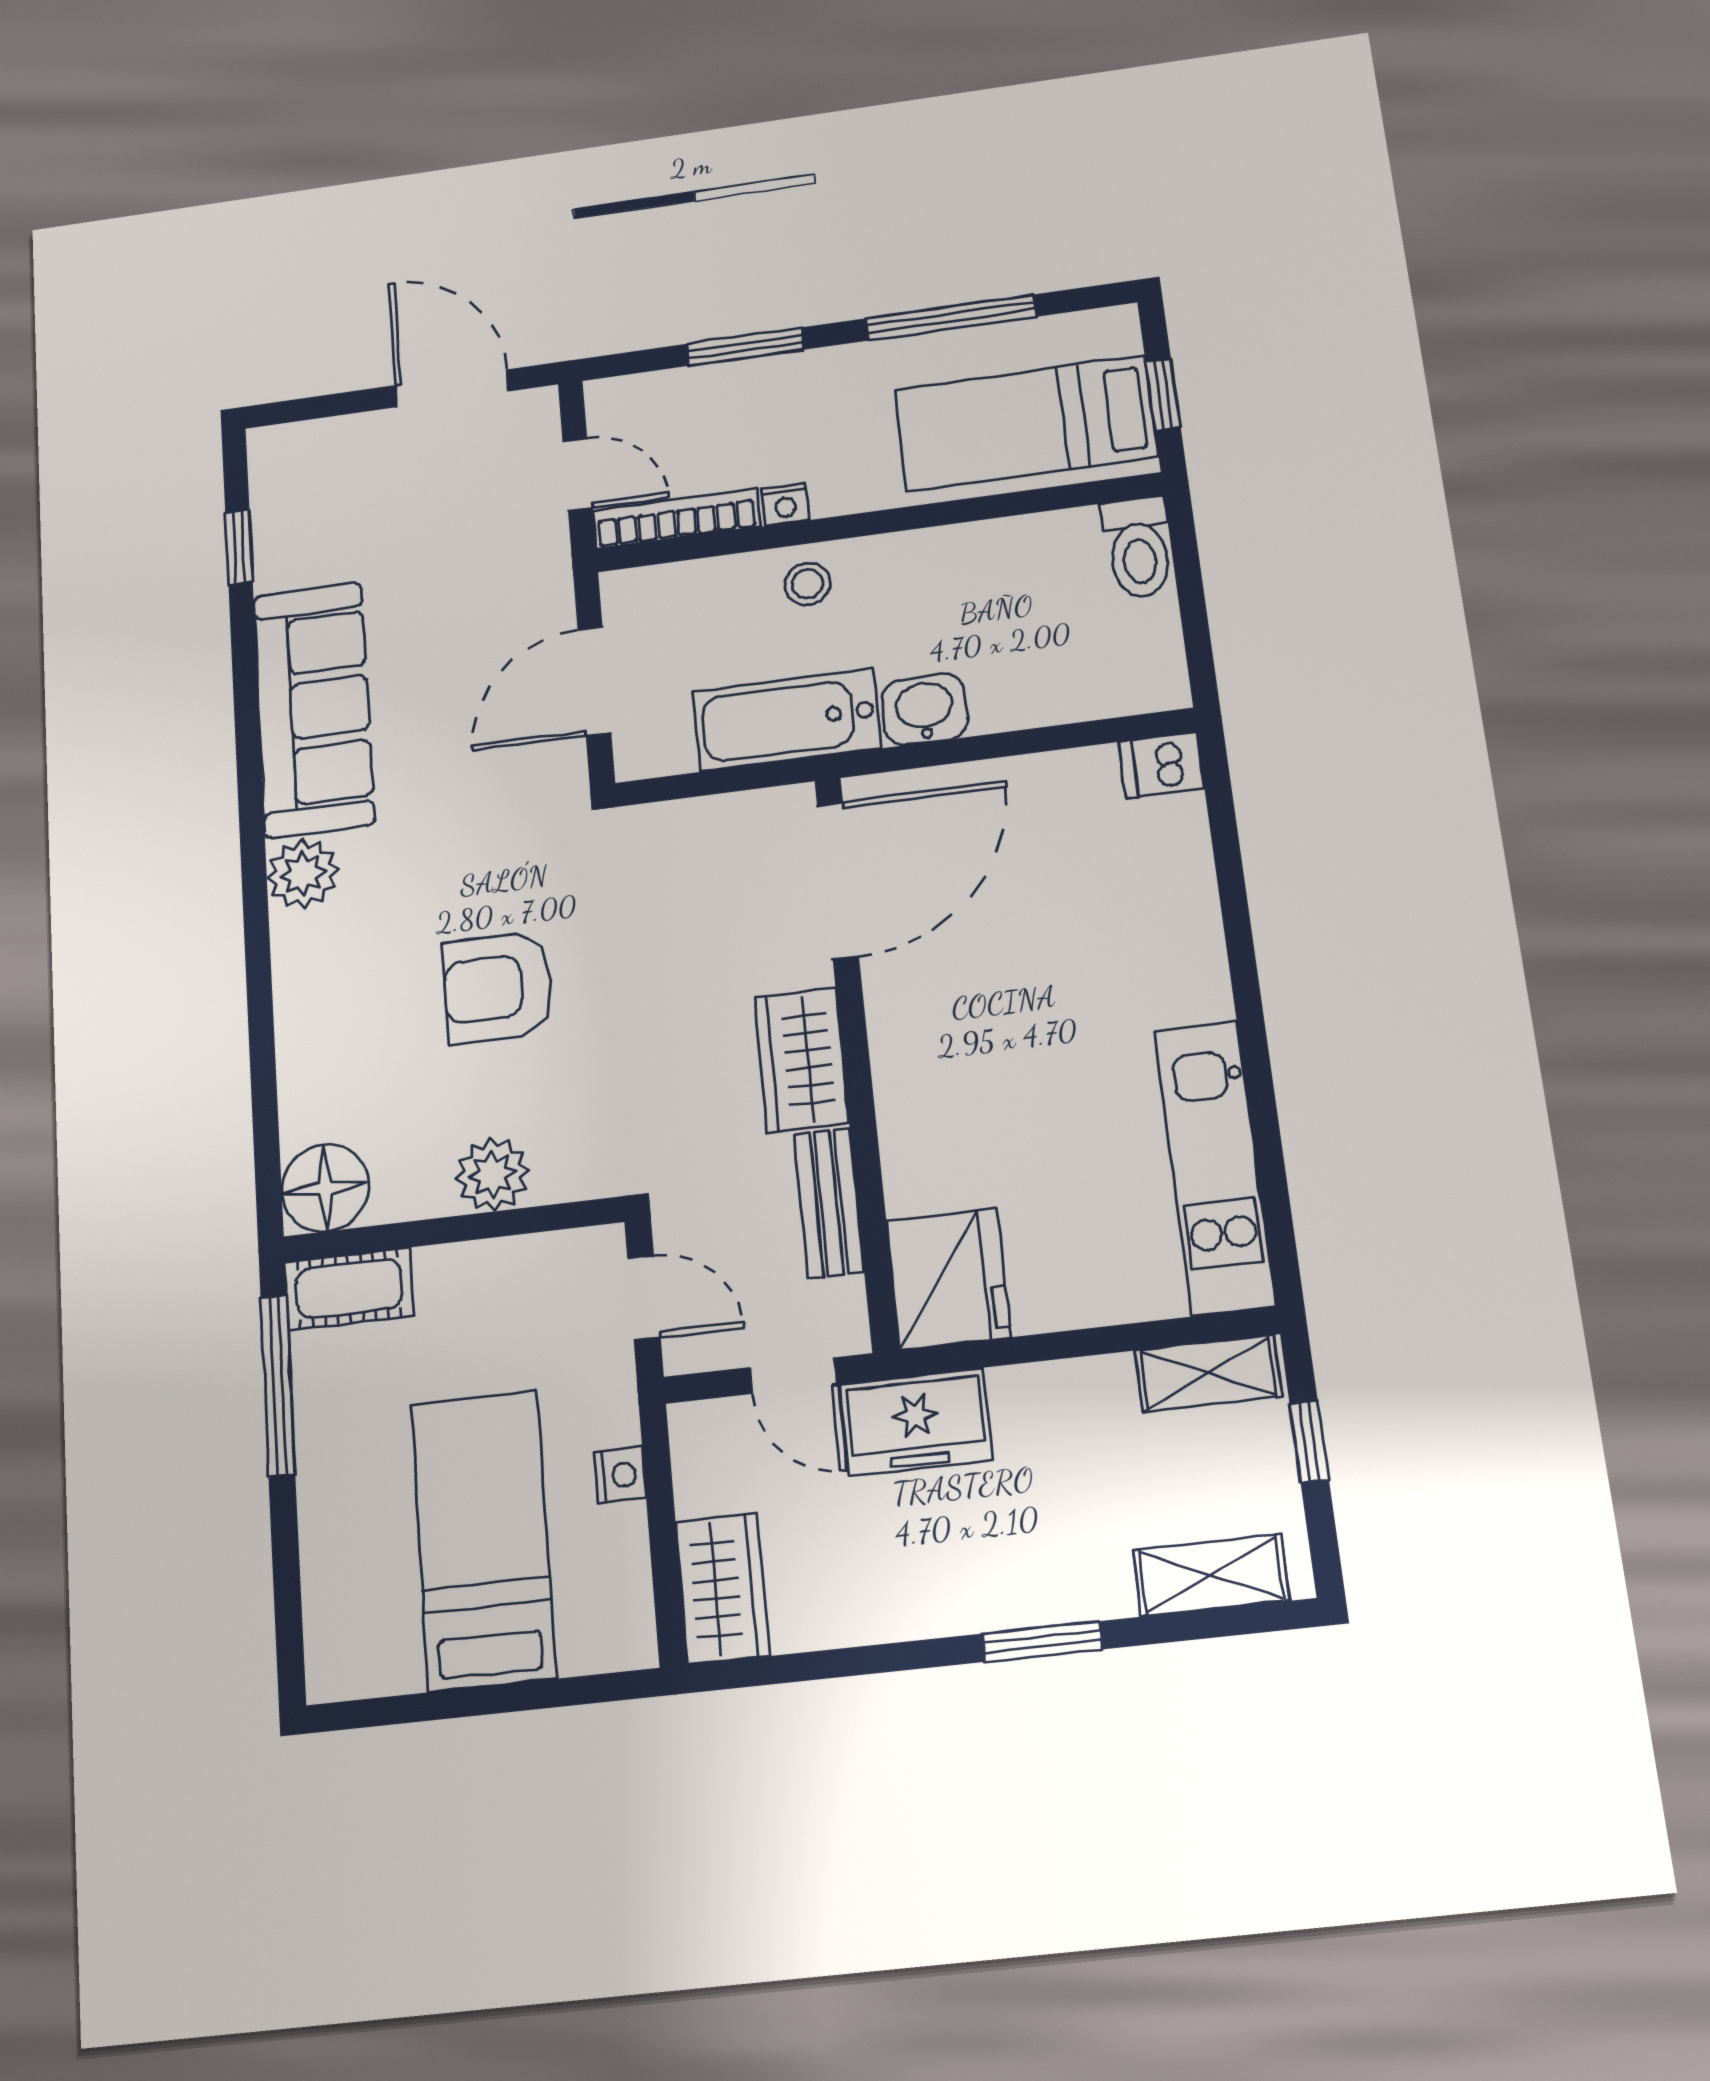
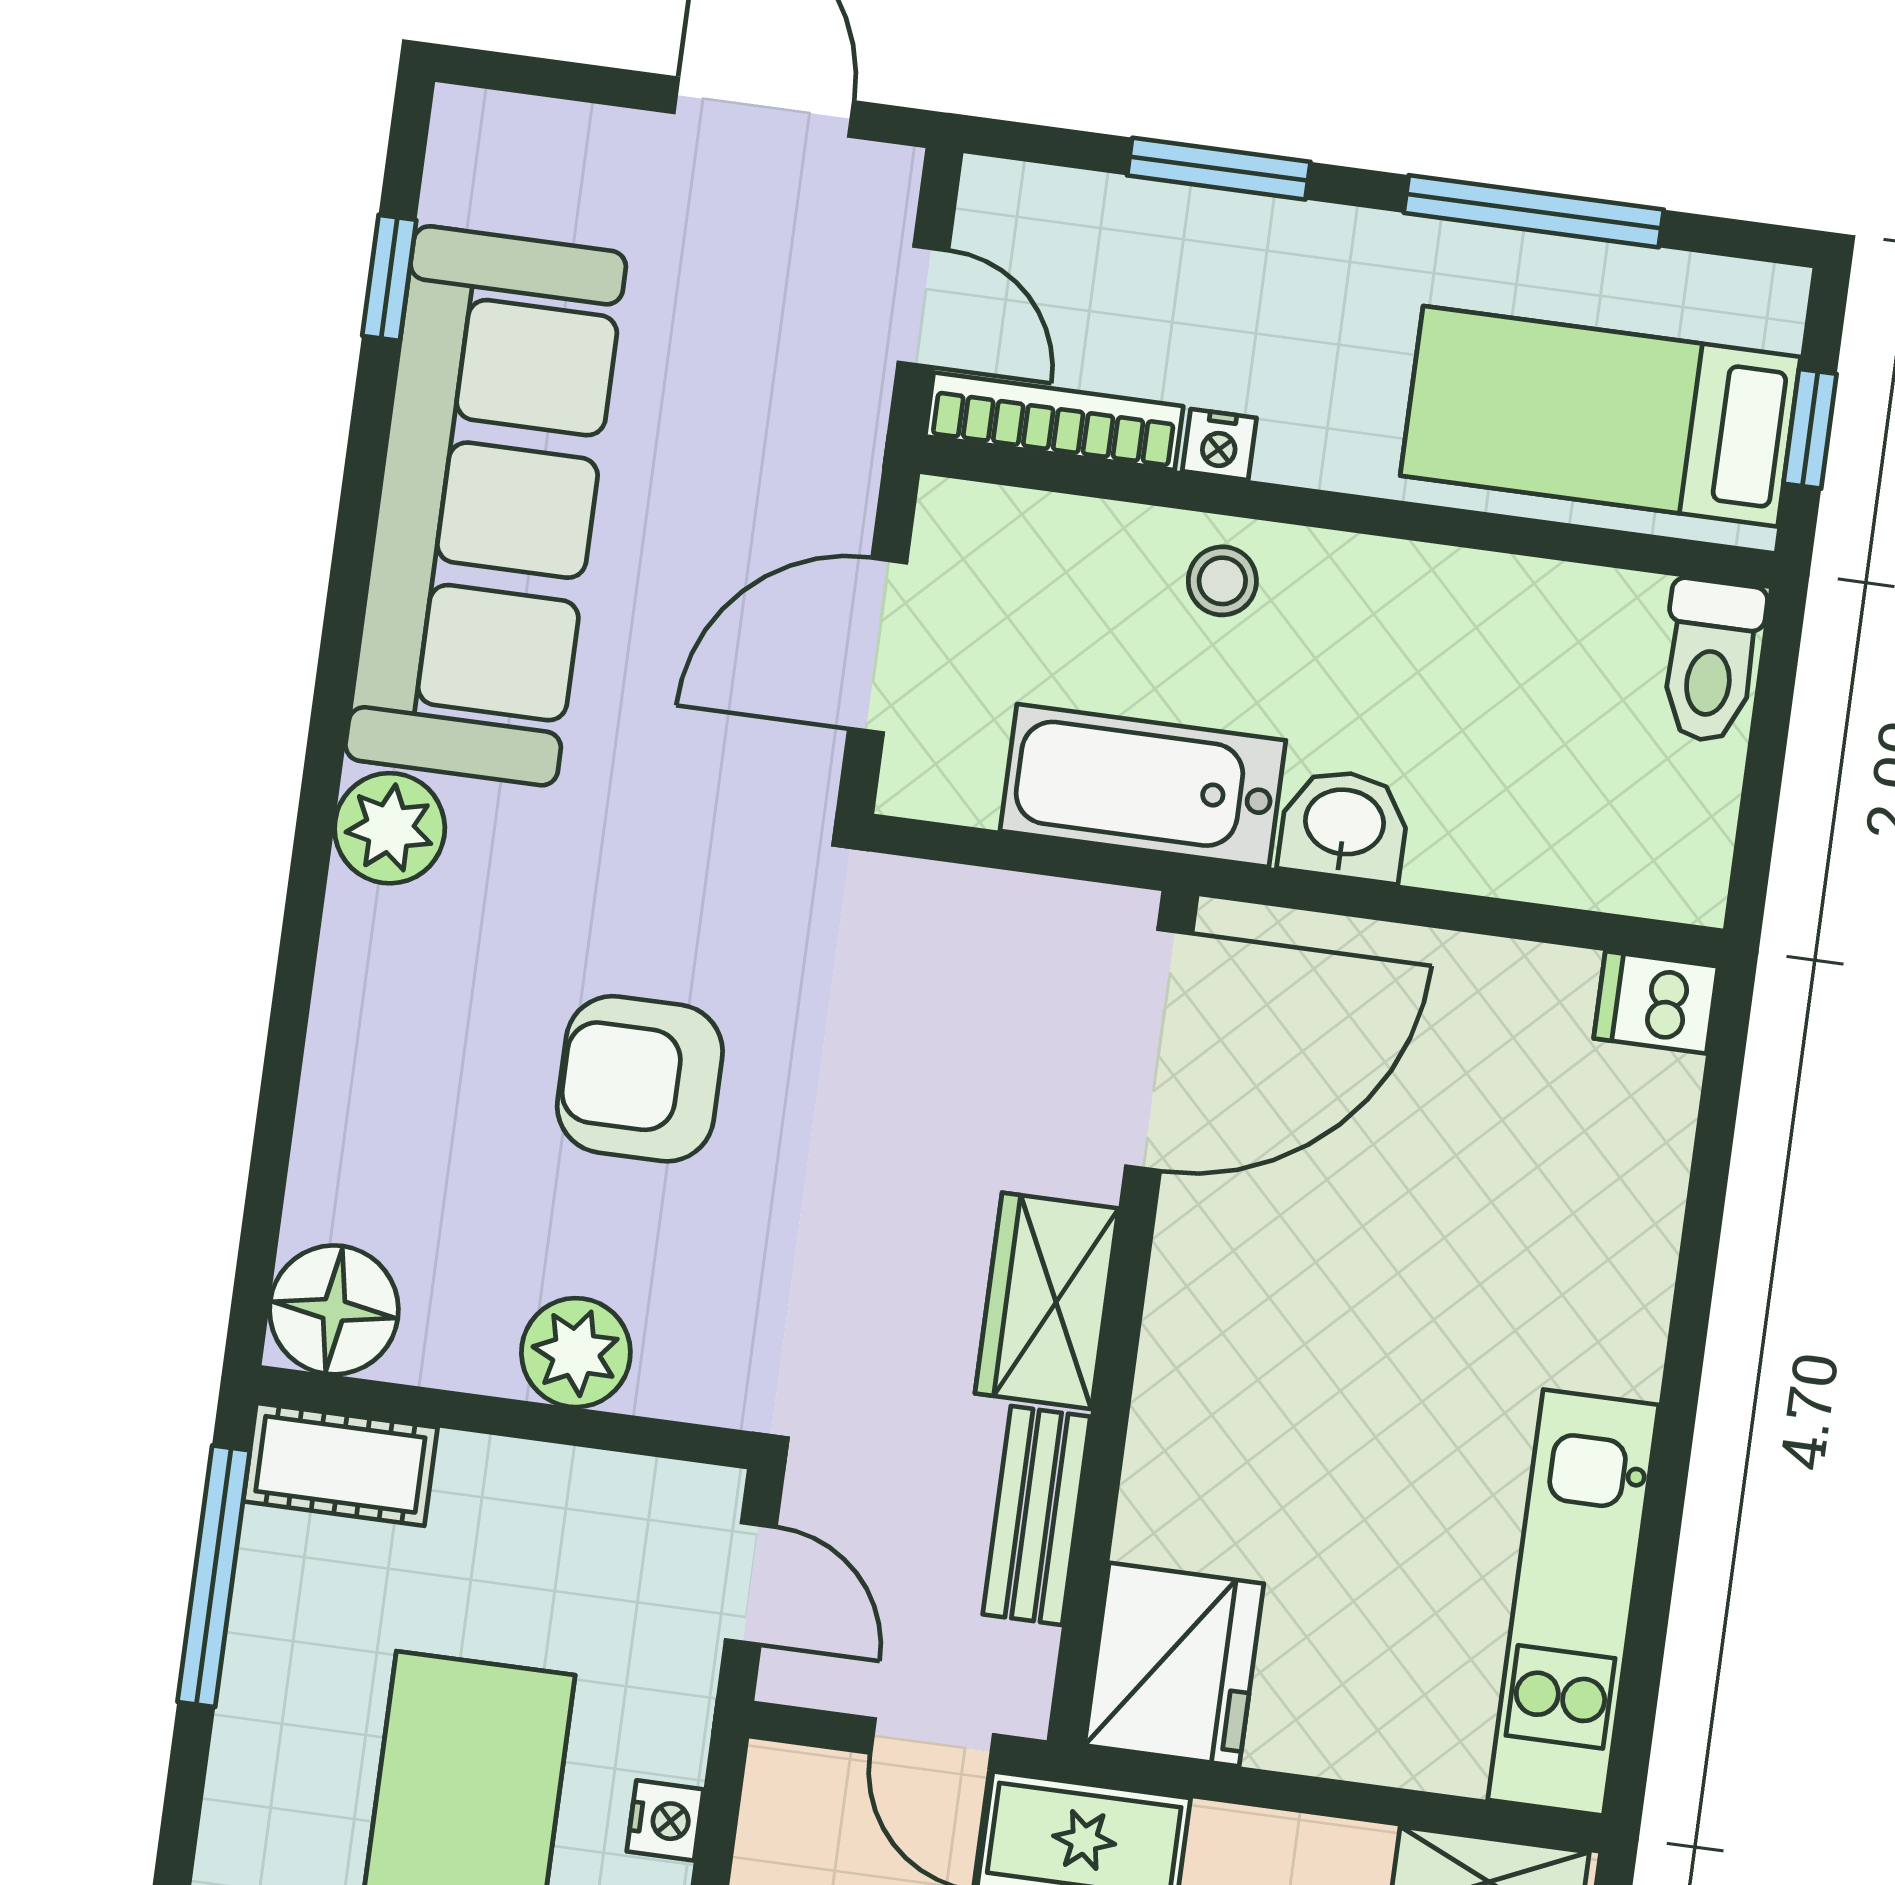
sofa: (314, 709) -> (486, 506), width x1.36, depth x1.27

